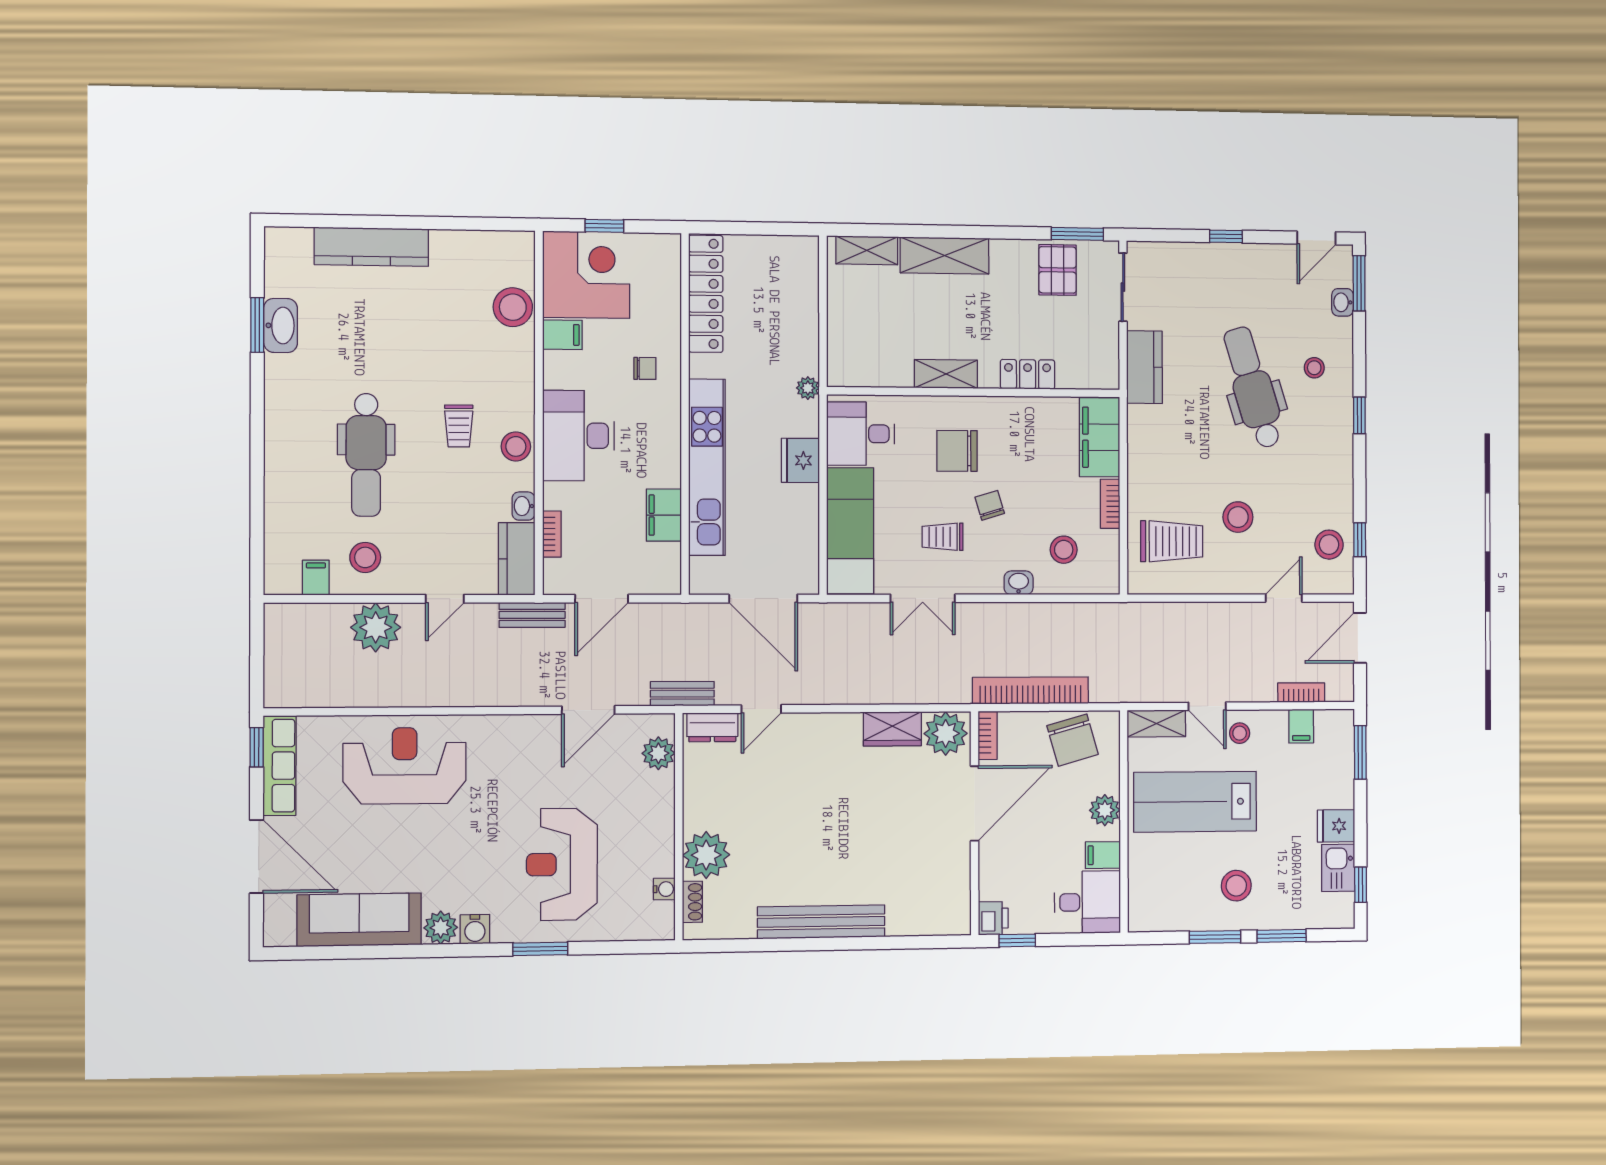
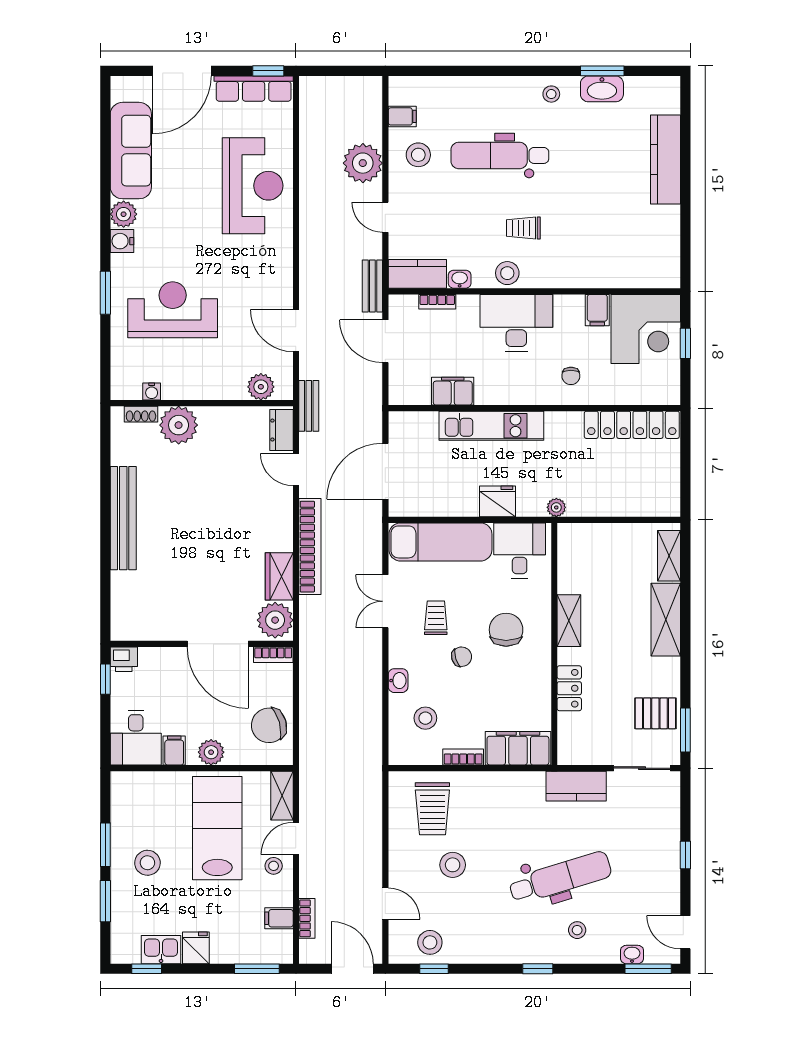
stool: (513, 307) -> (551, 94), moved, width x0.53, depth x0.53
kitchen unit: (707, 467) -> (491, 426), width x0.73
bookcase: (1031, 690) -> (310, 547), moved

